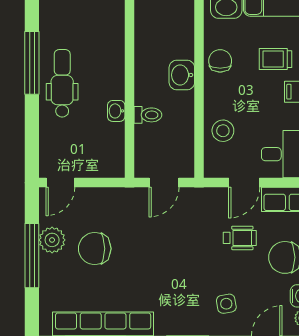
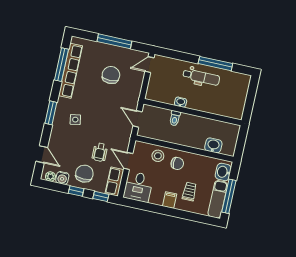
chair: (220, 61) -> (177, 163), moved
washbasin: (182, 75) -> (213, 145), moved
door: (60, 183) -> (149, 65), hinge flipped
plant: (52, 240) -> (120, 54), removed
side table: (226, 304) -> (75, 120), moved

